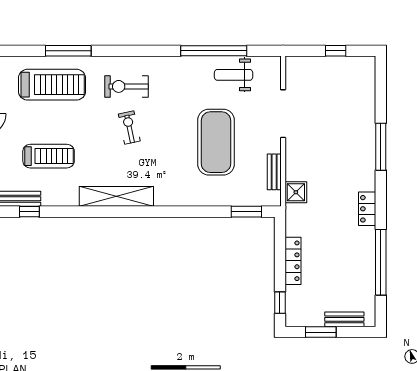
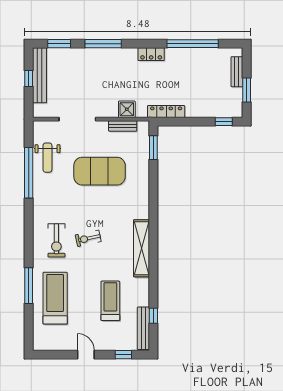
bench: (340, 65) -> (40, 75), added
window: (381, 90) -> (59, 44), added
shower: (296, 192) -> (127, 109), moved
locker: (293, 261) -> (166, 111), moved

